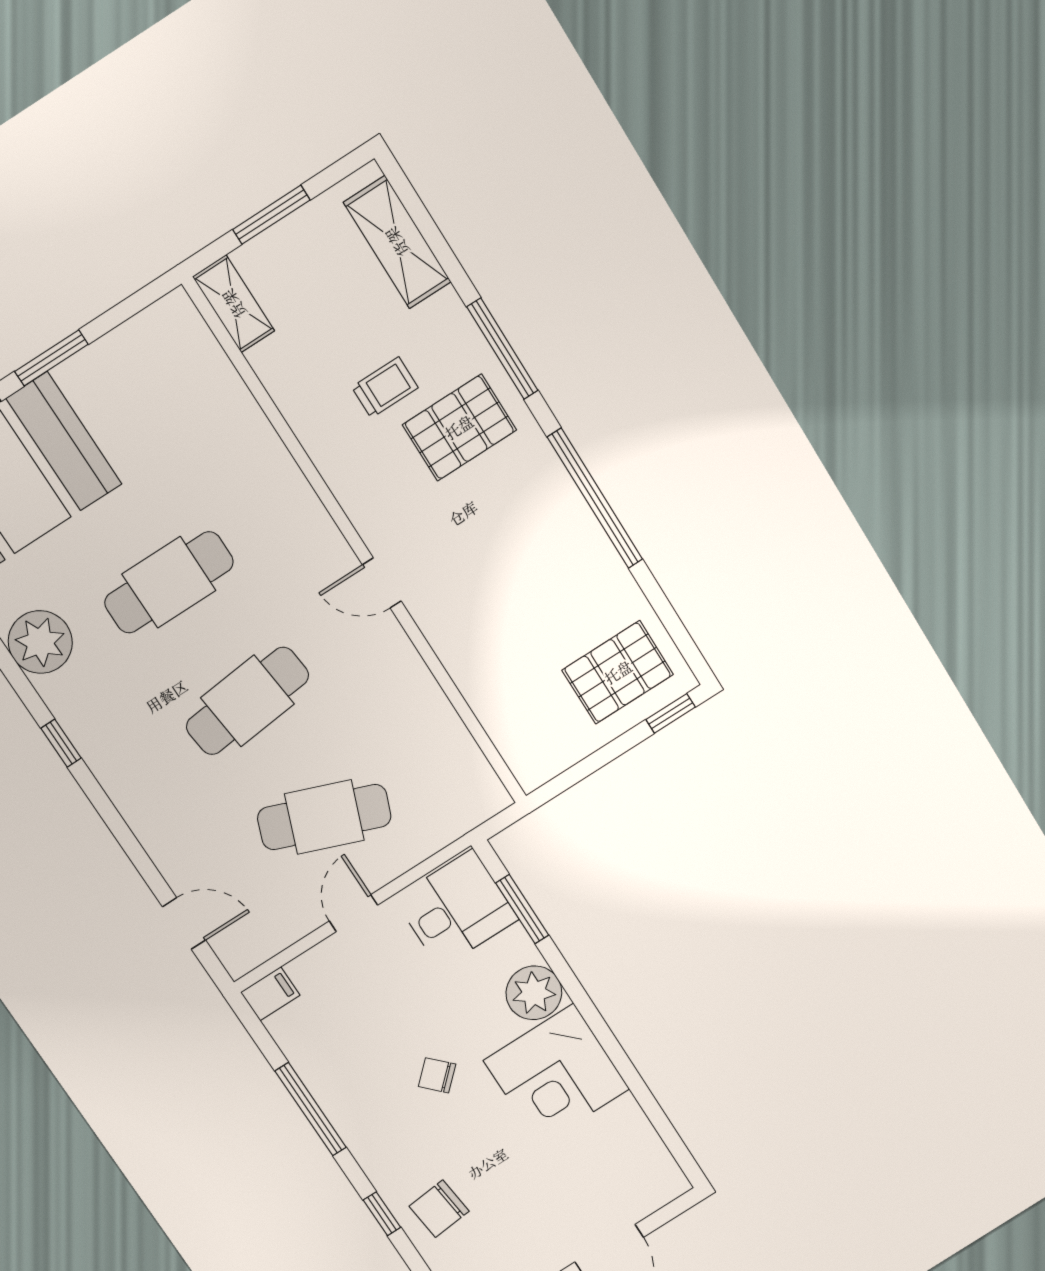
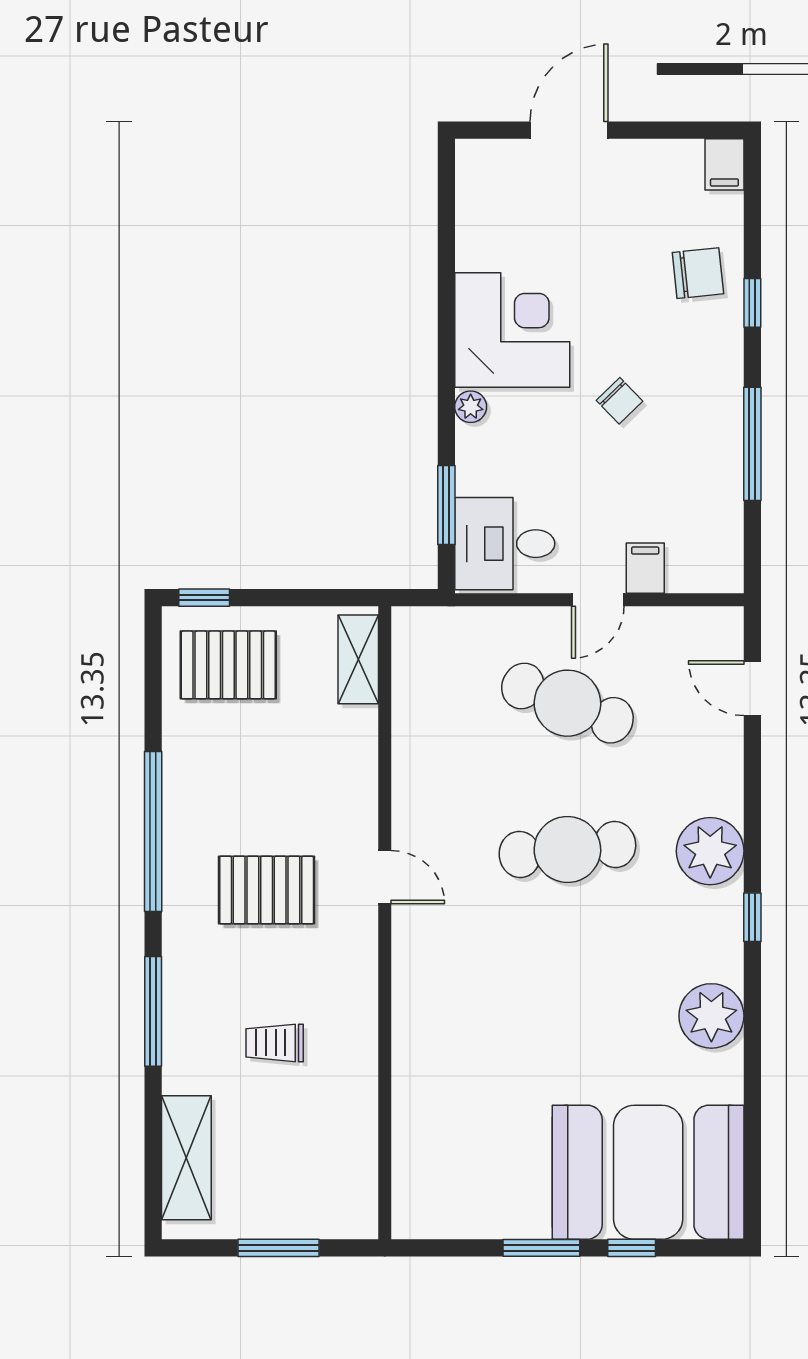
shelving: (234, 304) -> (358, 659), moved
pallet: (459, 427) -> (267, 890), moved
cafe table: (169, 582) -> (567, 996), removed
plant: (131, 774) -> (710, 851), added
plant: (534, 993) -> (471, 407), width x0.53, depth x0.53
filing cabinet: (270, 994) -> (645, 568), moved, turned 90

